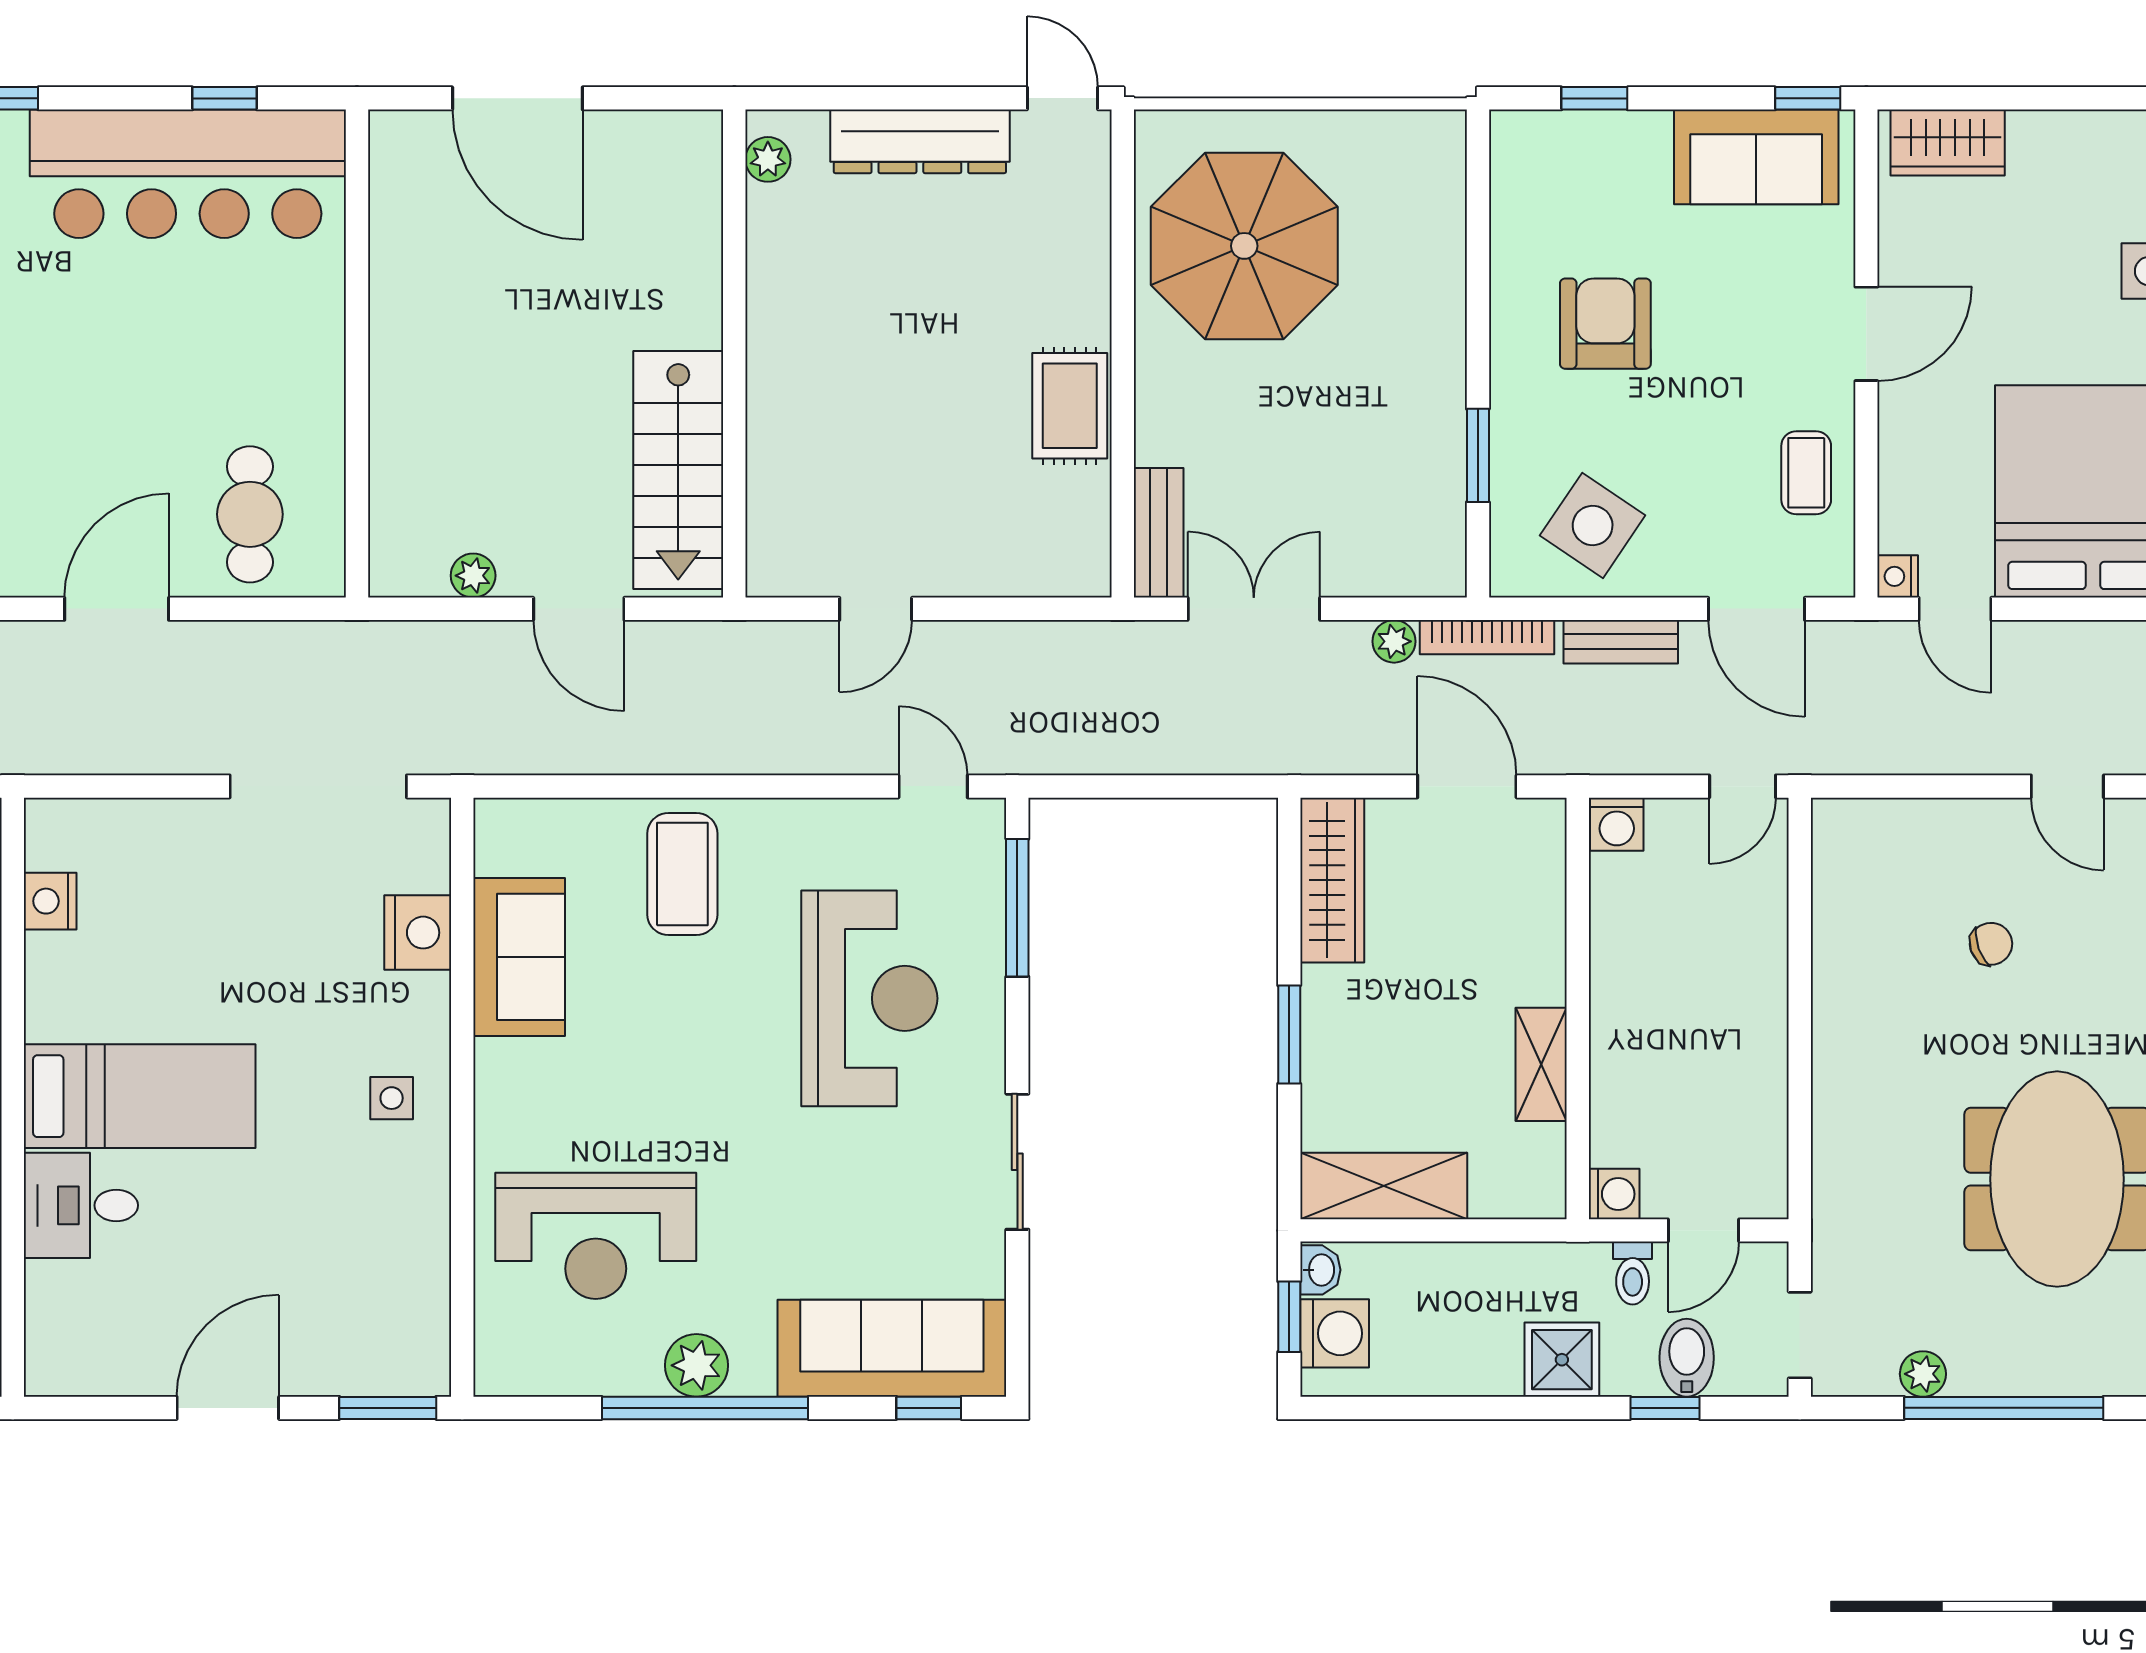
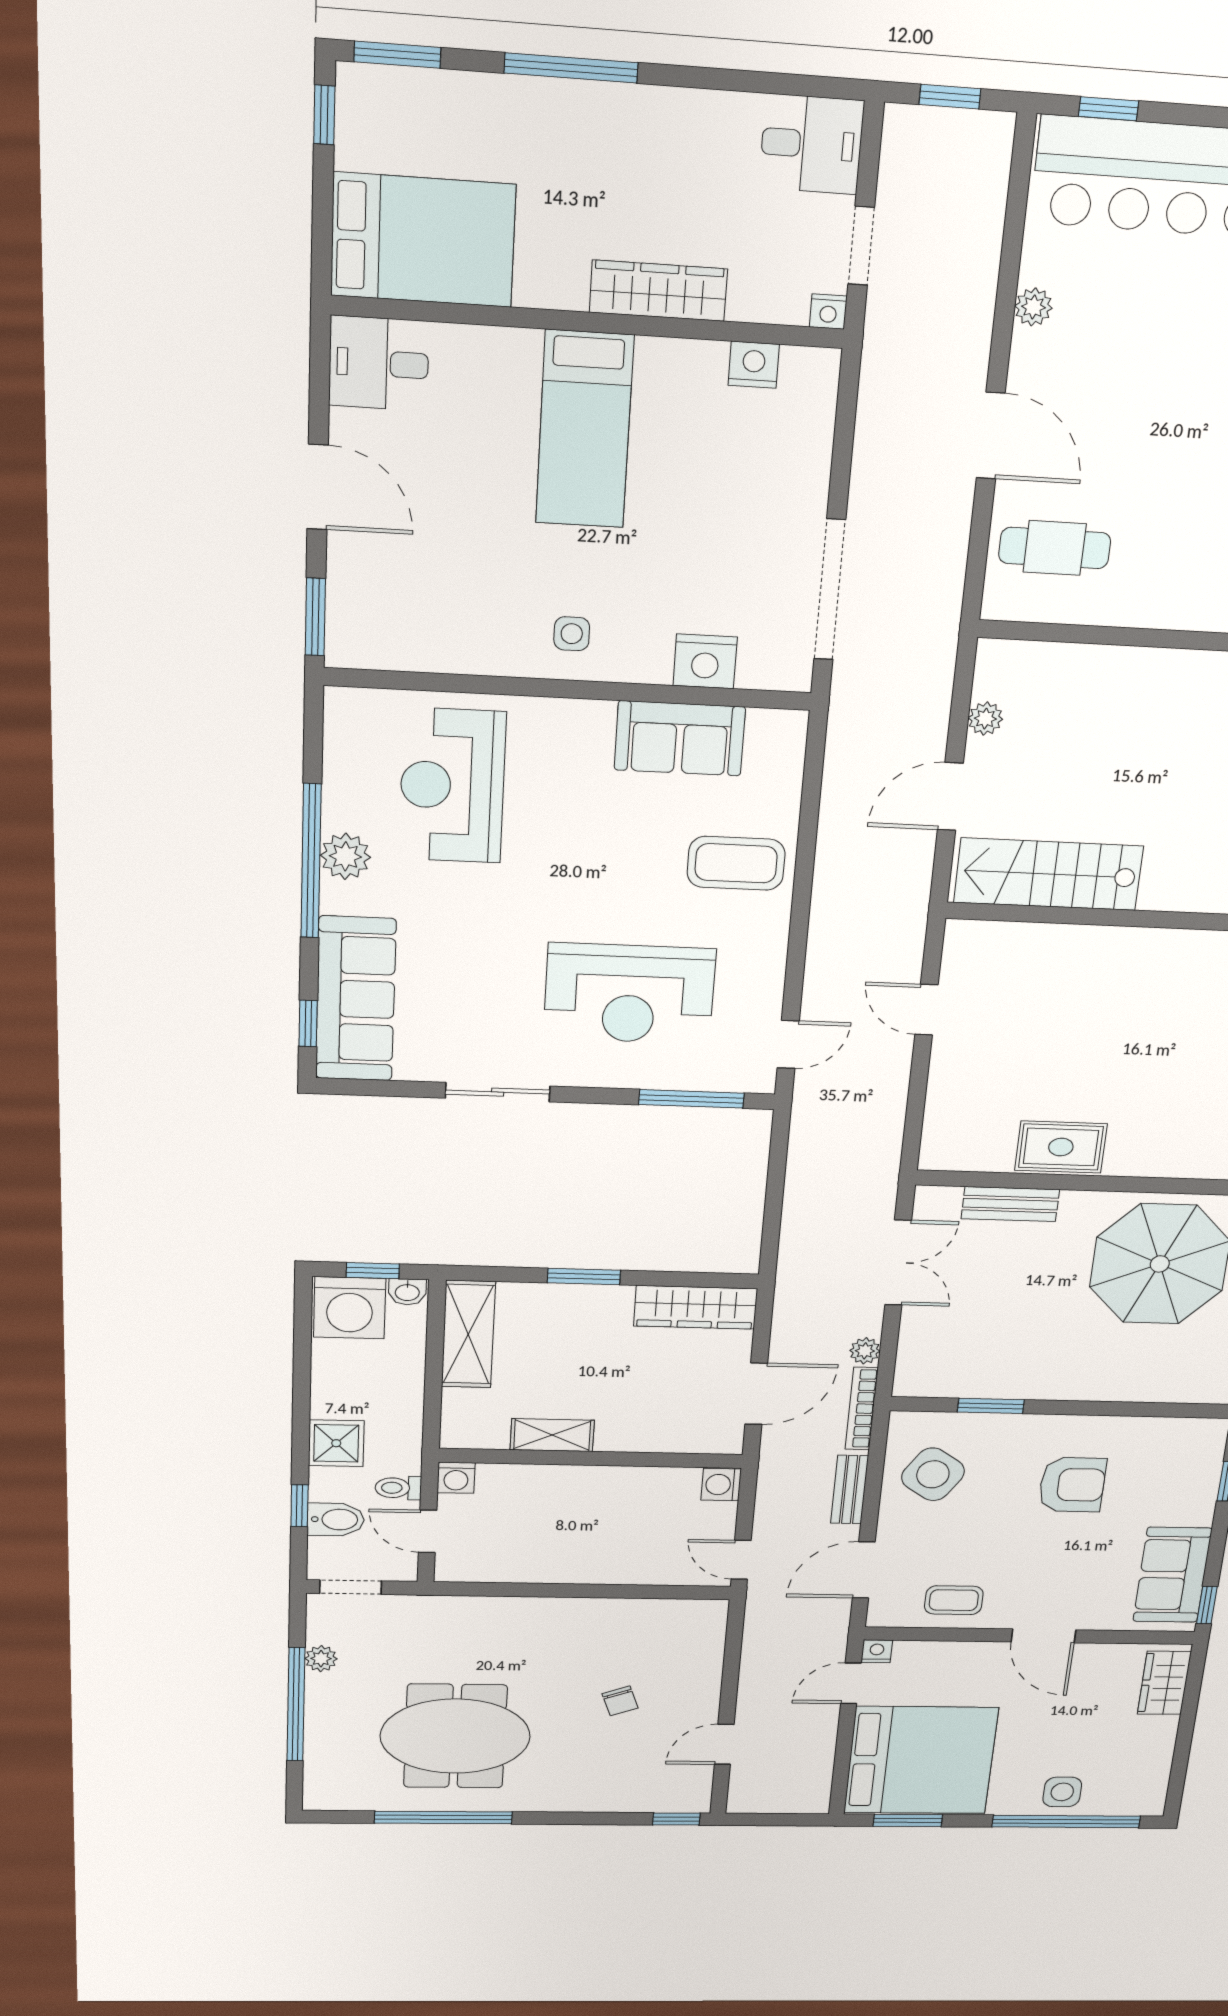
bench: (1159, 533) -> (1010, 1204), moved
desk: (81, 1205) -> (379, 363), moved, turned -90
washing machine: (1335, 1333) -> (350, 1308), width x1.37, depth x1.37

